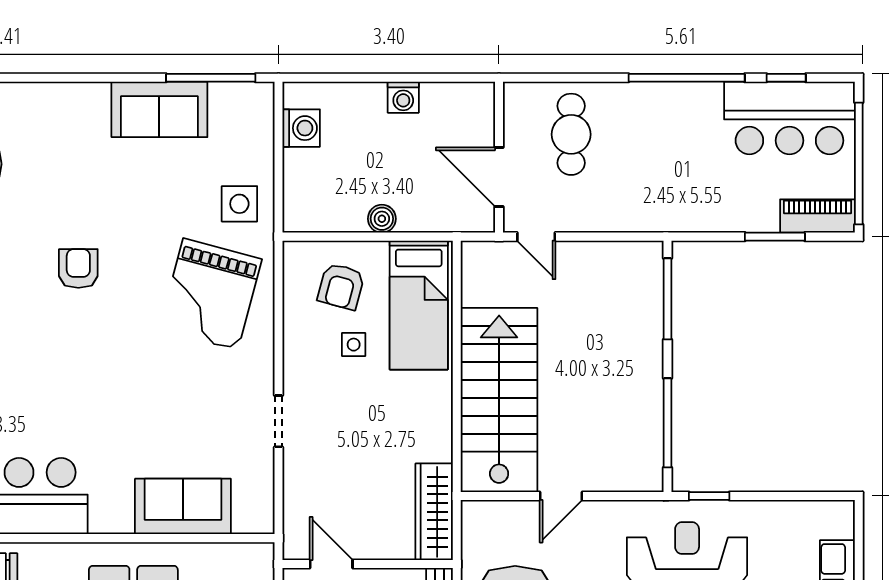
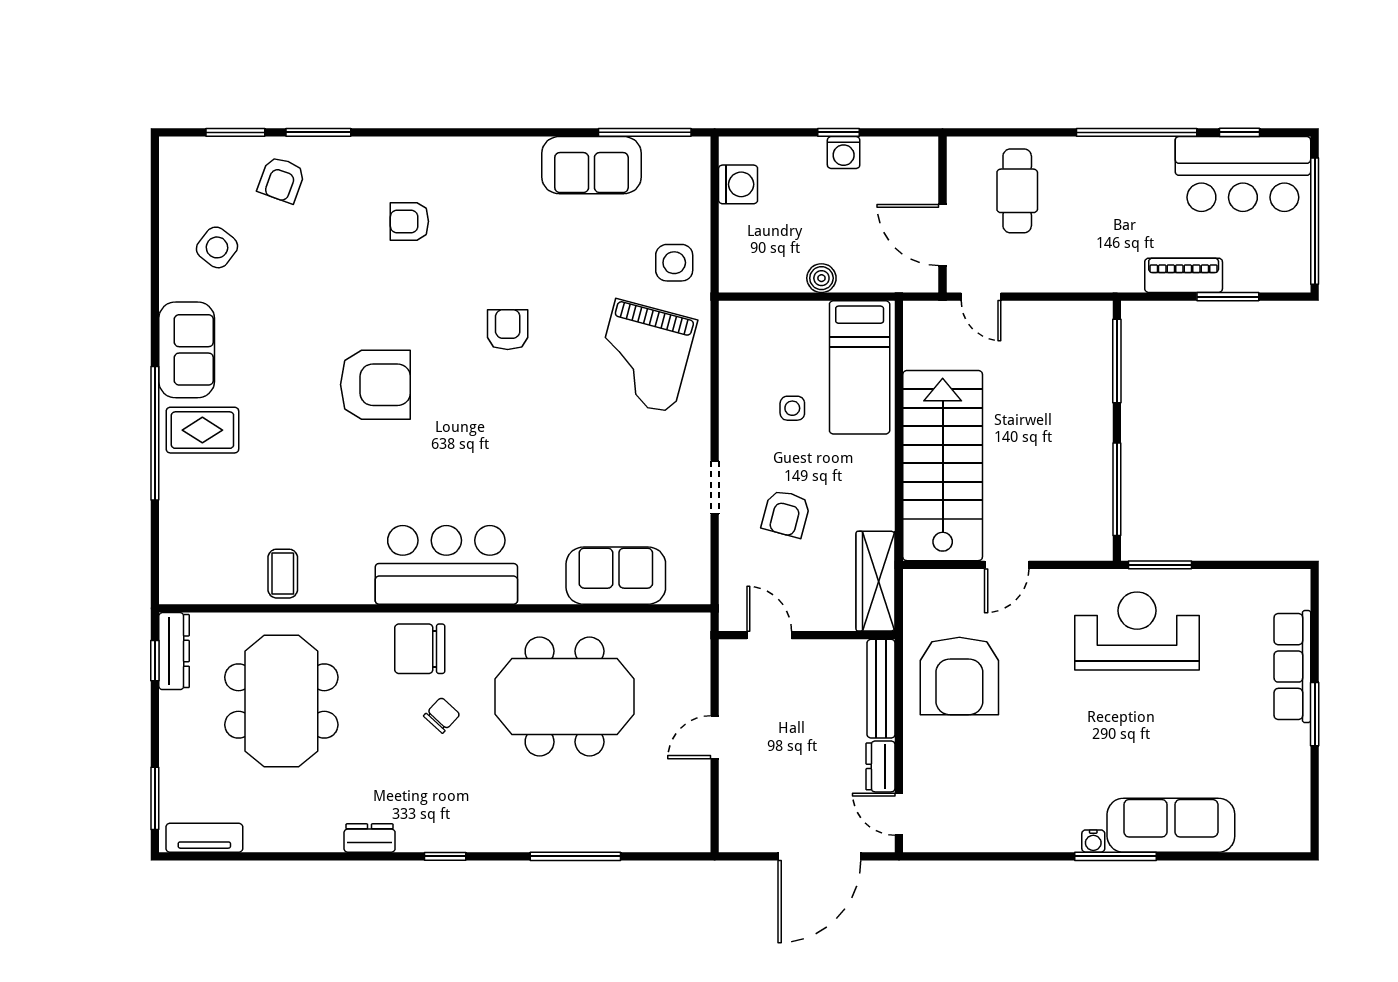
window: (398, 78) -> (839, 132), added
piano: (817, 216) -> (1184, 275), moved
armchair: (341, 286) -> (786, 514), moved
window: (709, 496) -> (1160, 565), width x1.50

